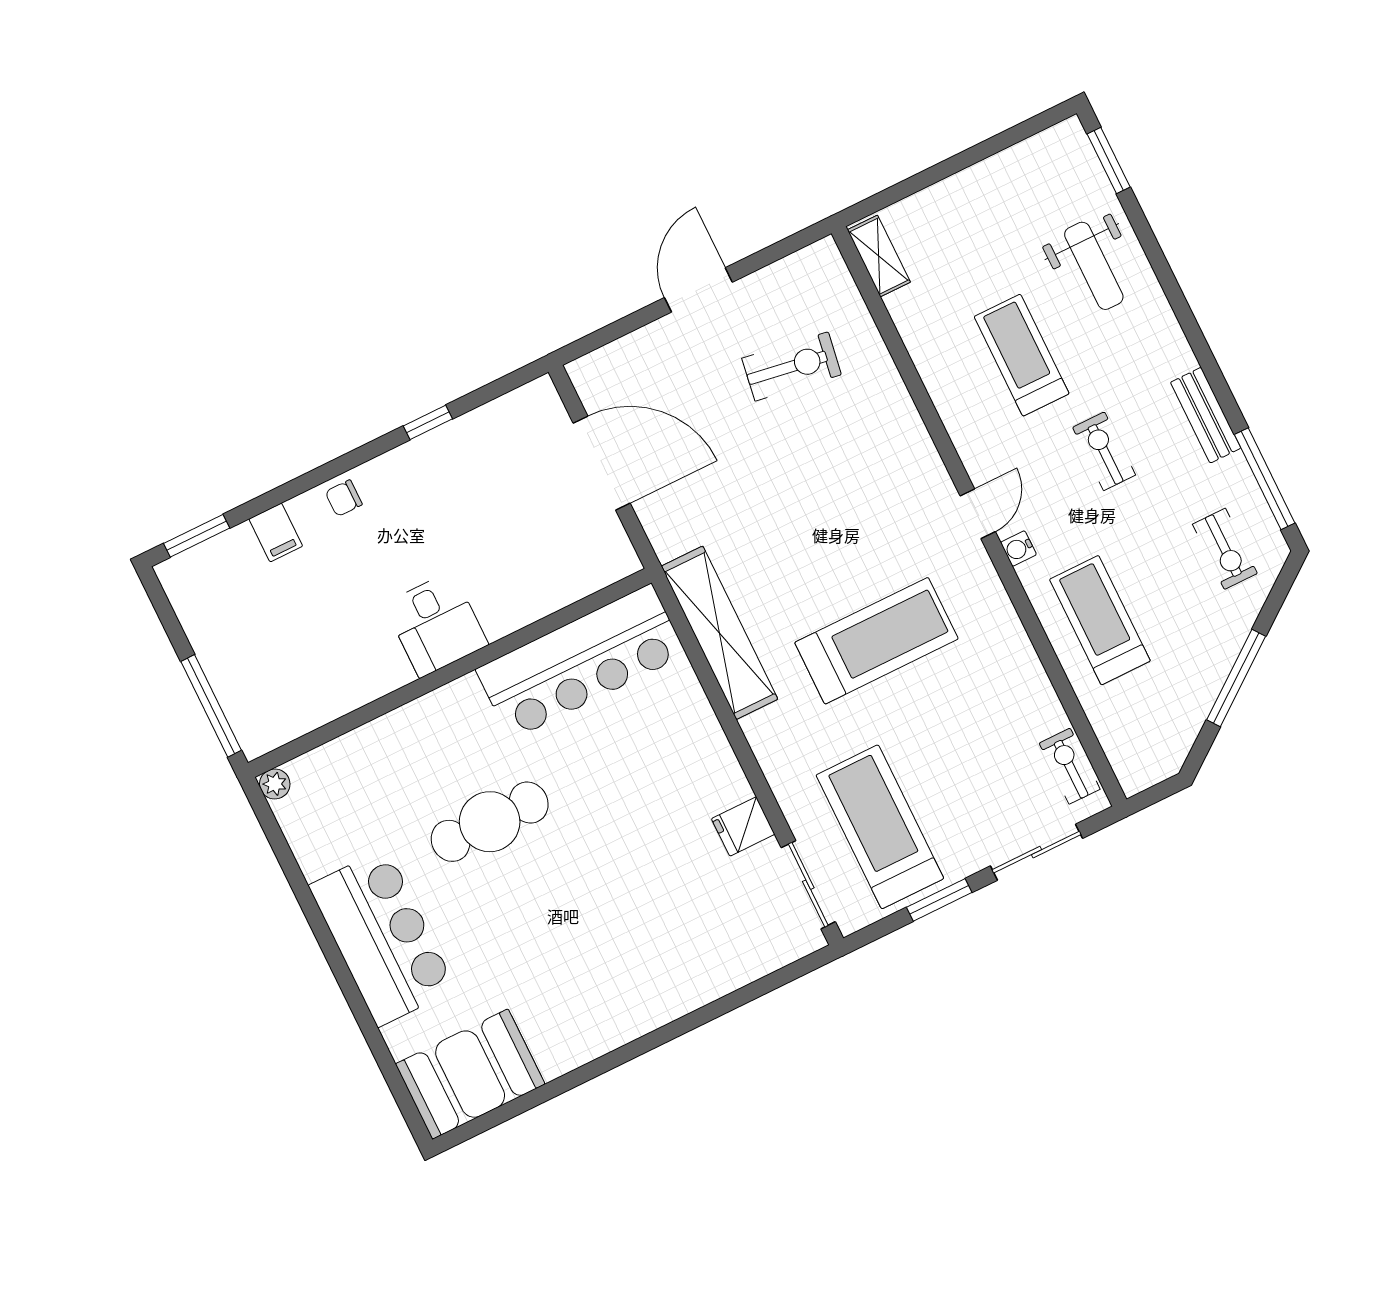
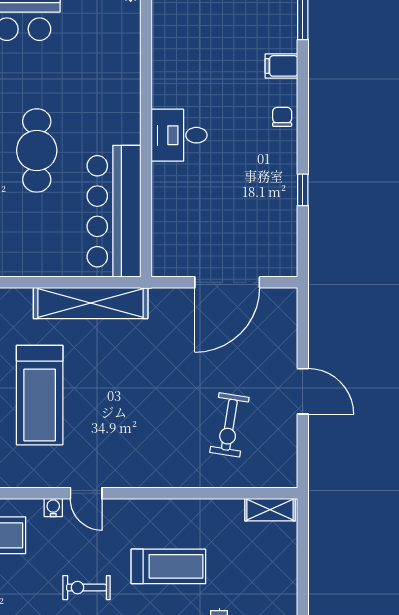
exercise bike: (1104, 451) -> (86, 588), turned 180
cafe table: (490, 822) -> (37, 150), moved

